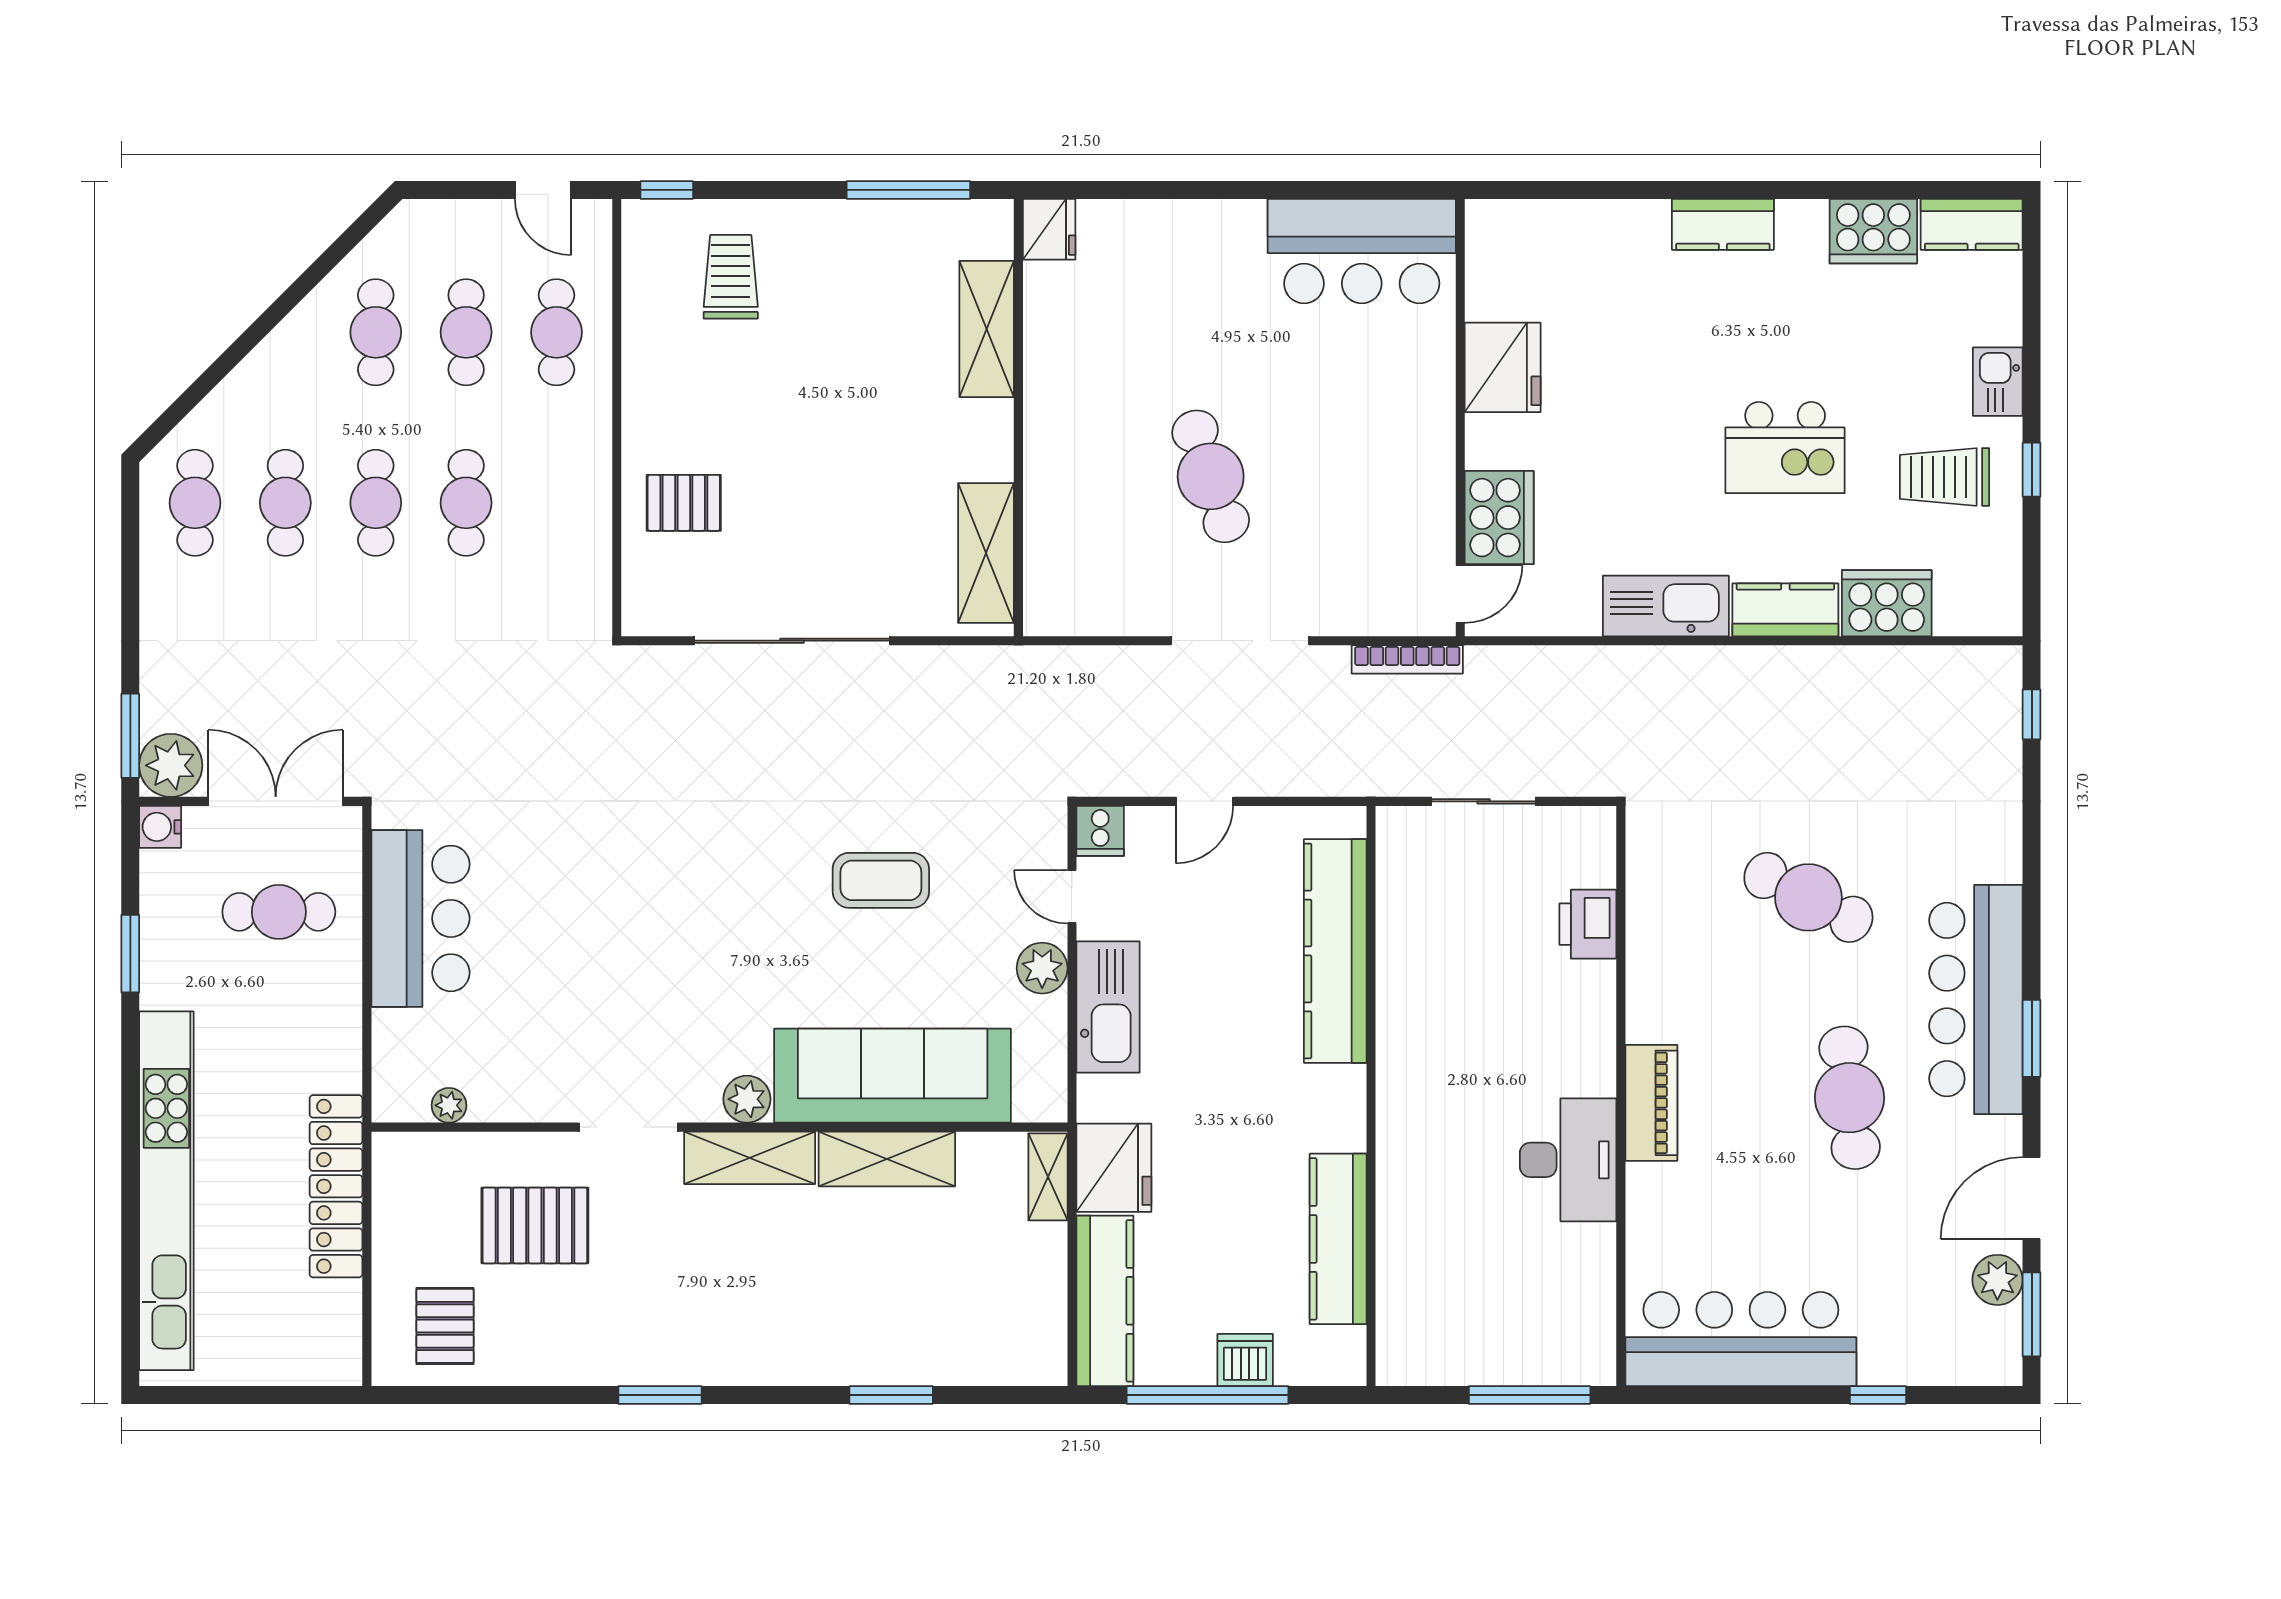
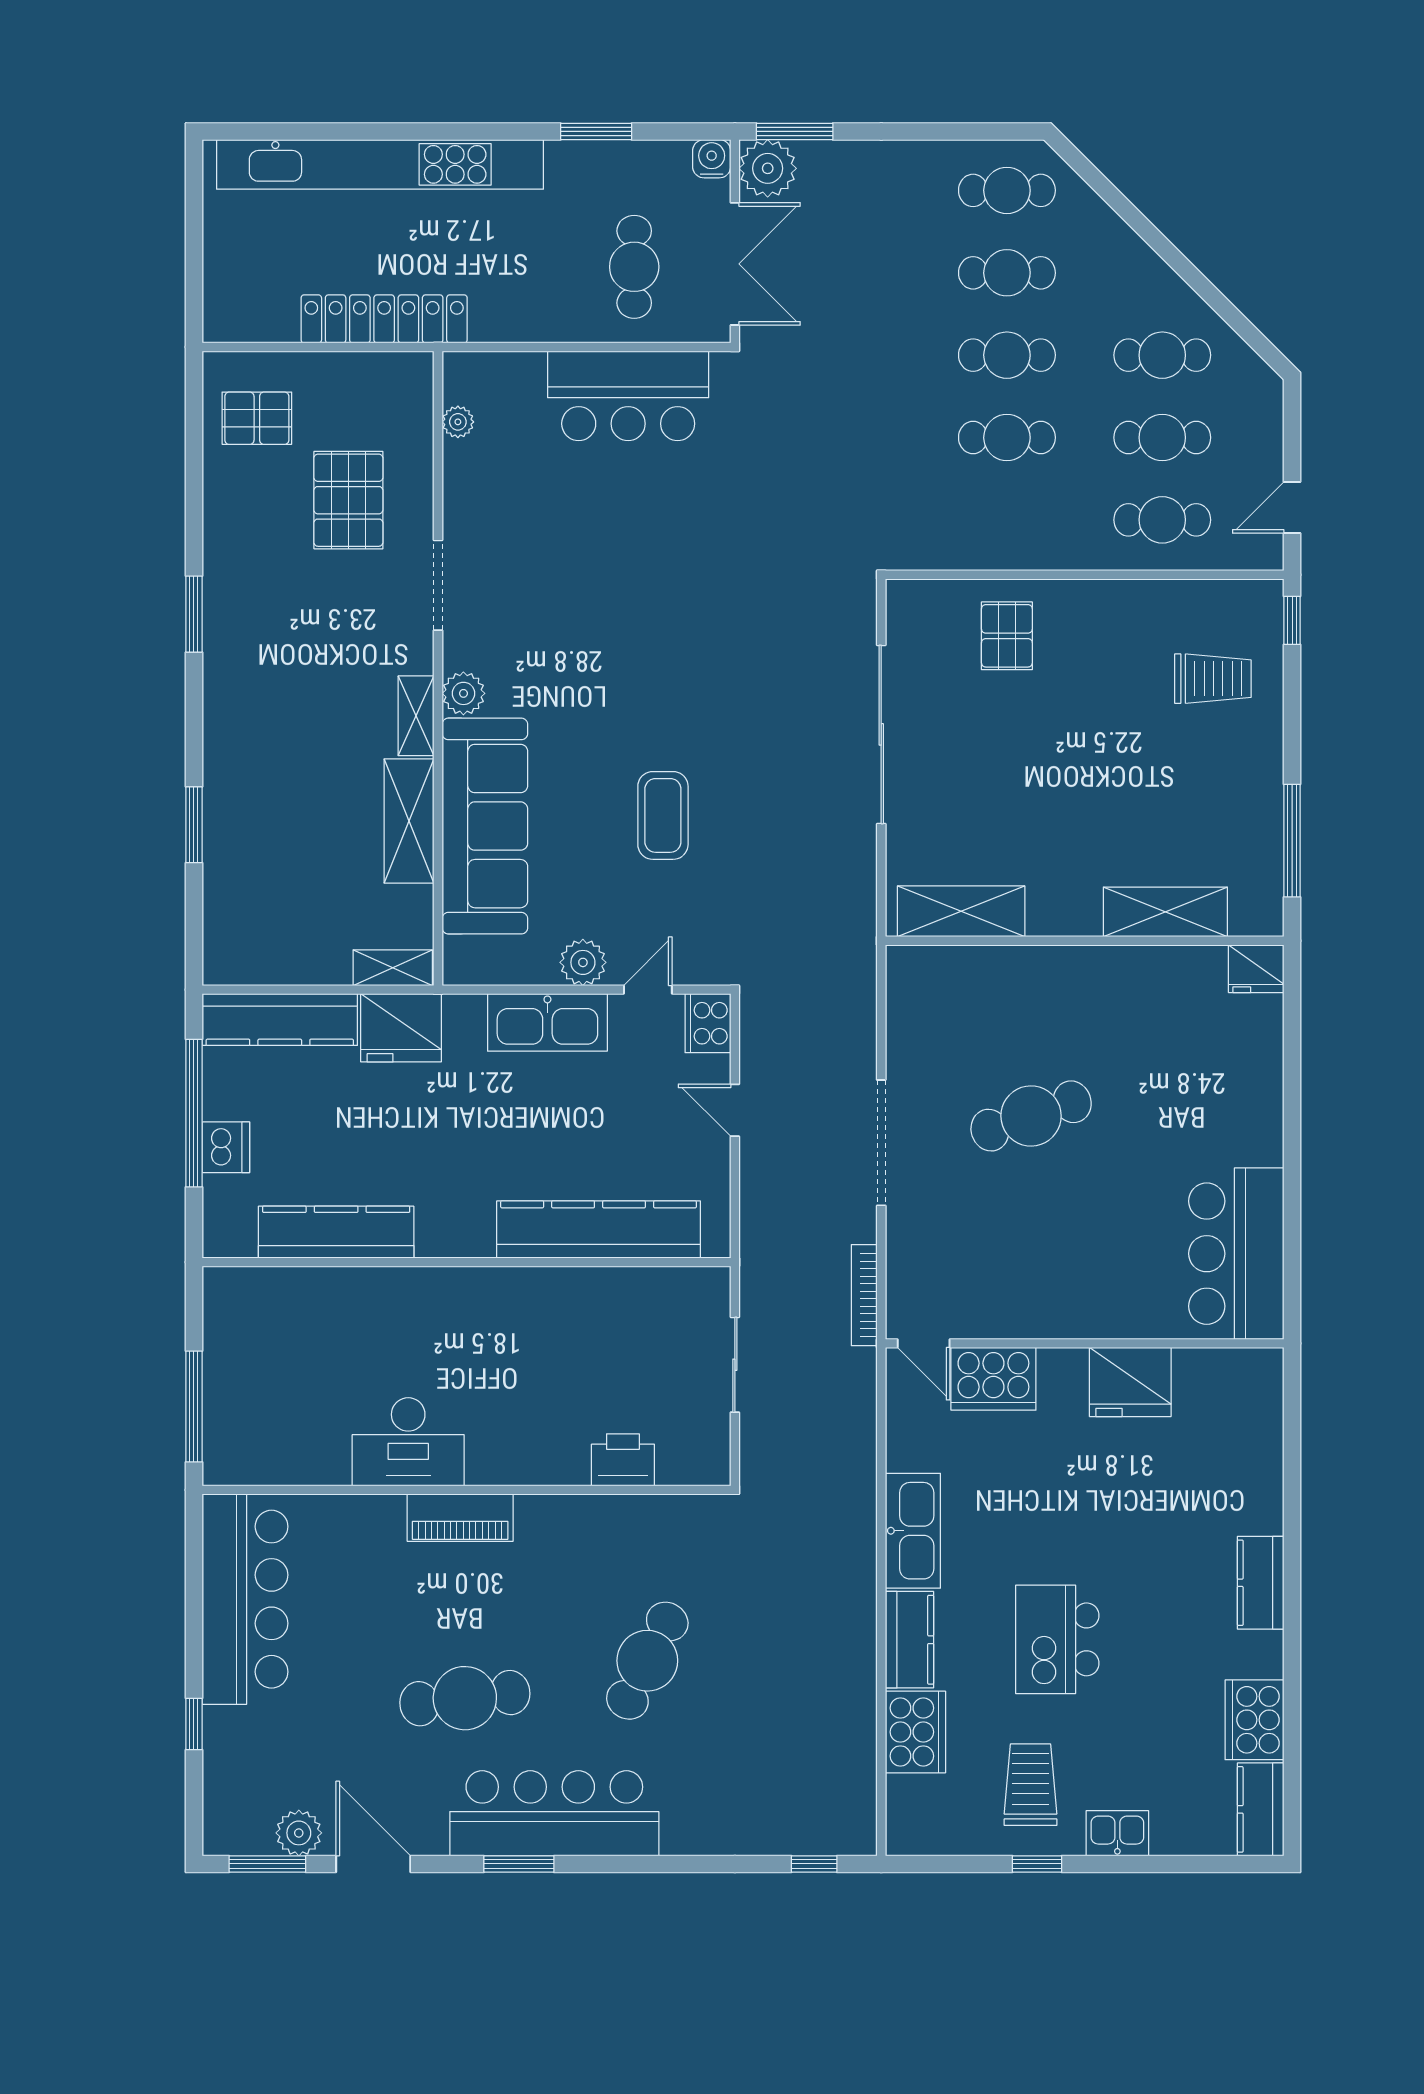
cooker: (1100, 831) -> (708, 1023), width x1.36
shelving: (750, 1158) -> (416, 716), width x0.67, depth x0.75

